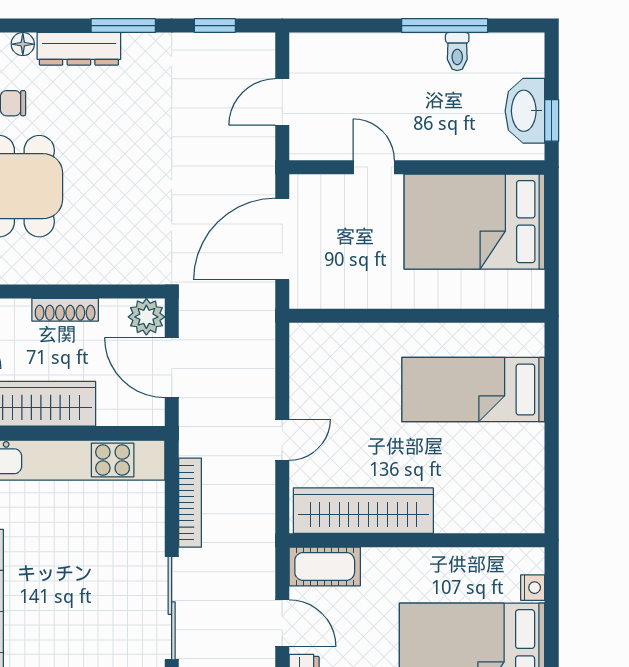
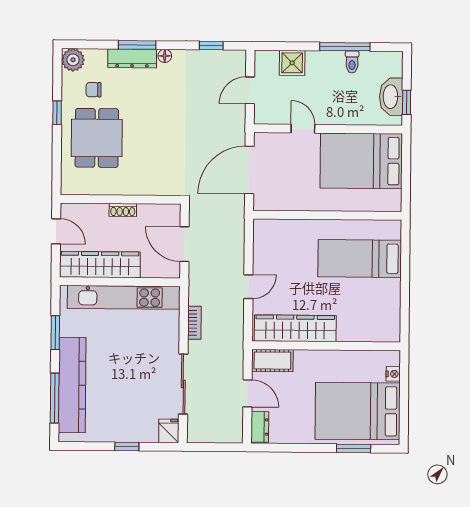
window: (123, 26) -> (137, 45), moved
floor lamp: (23, 44) -> (165, 56), moved
shower: (354, 54) -> (292, 63), added
shoe rack: (65, 310) -> (123, 210), width x0.70
plant: (146, 317) -> (170, 214), removed
bookcase: (190, 503) -> (194, 323), width x0.64

